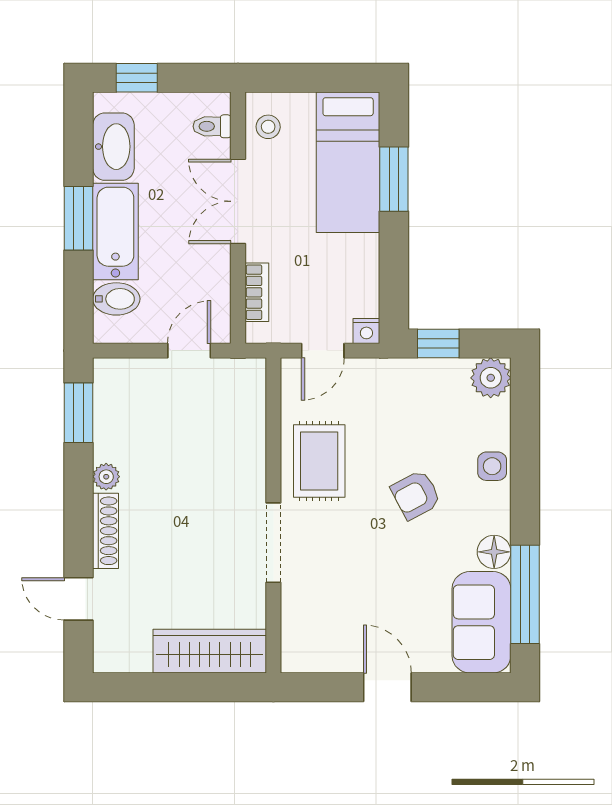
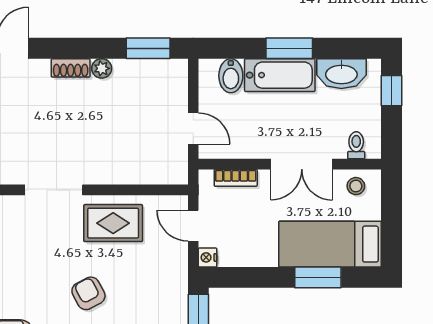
double door: (238, 201) -> (302, 164), swing flipped
shoe rack: (106, 531) -> (71, 68), width x0.70

